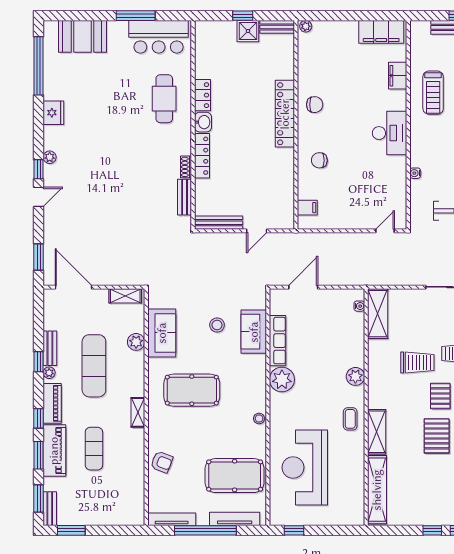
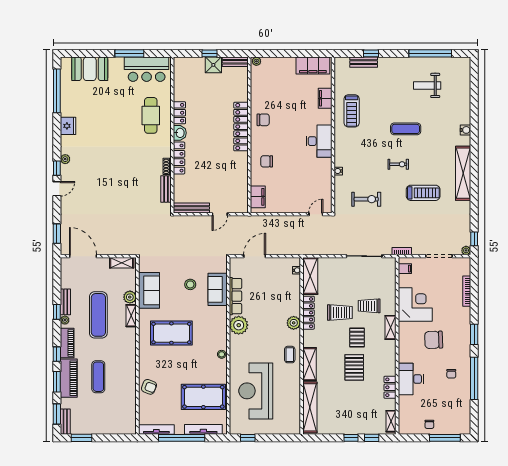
filing cabinet: (307, 208) -> (258, 197), width x2.00
locker: (375, 363) -> (308, 313), added
shelving: (138, 412) -> (131, 316), moved

